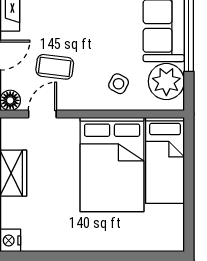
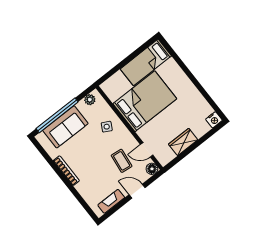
plant: (166, 81) -> (90, 100), width x0.53, depth x0.53
bed: (165, 160) -> (146, 62), moved, turned 180

